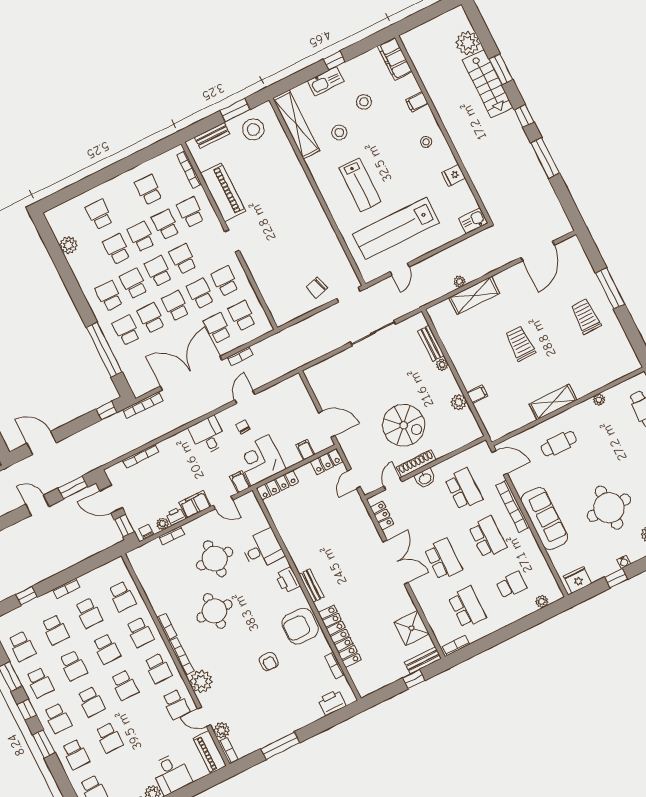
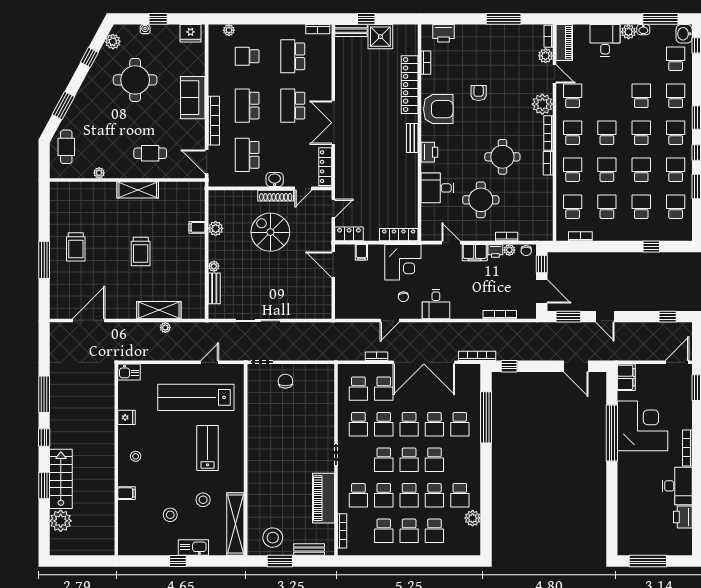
filing cabinet: (395, 59) -> (127, 538), removed
school desk: (124, 202) -> (409, 531), added
lab bench: (396, 228) -> (196, 397), turned 180
chair: (317, 288) -> (285, 381), turned -73
school desk: (109, 296) -> (460, 495), moved
filing cabinet: (240, 482) -> (428, 253), removed
locker: (382, 516) -> (325, 167), width x1.53
sofa: (544, 518) -> (193, 98), width x0.73
bookcase: (66, 589) -> (580, 236), moved
shower: (412, 628) -> (380, 37), moved

